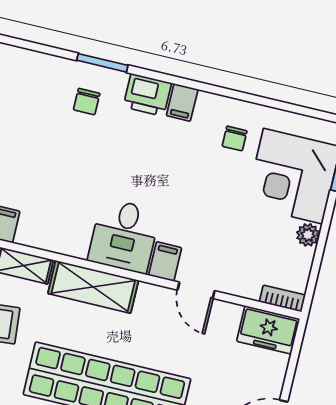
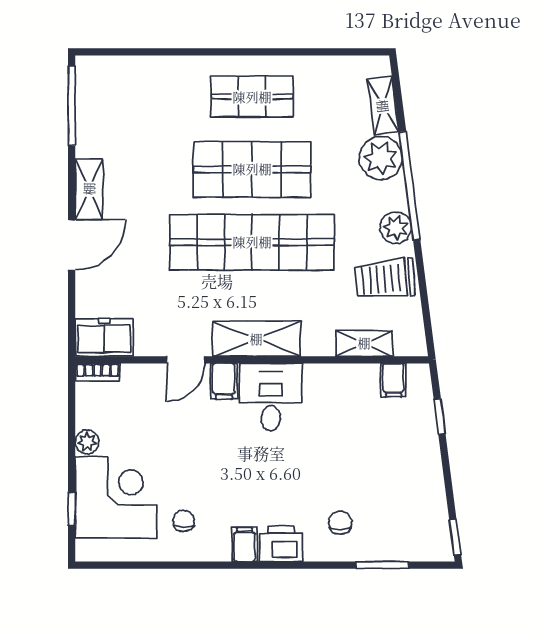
window: (102, 63) -> (382, 565), moved
shelving: (93, 287) -> (256, 339), moved
door: (196, 290) -> (186, 360), swing flipped

